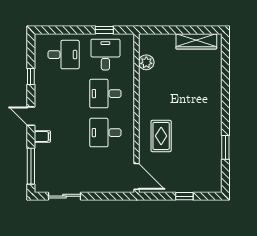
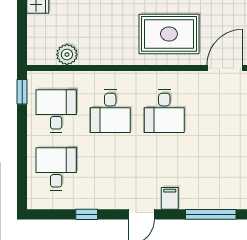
window: (104, 30) -> (22, 92), moved
desk: (105, 55) -> (56, 111), turned 90
rug: (161, 136) -> (169, 34), width x1.36, depth x1.43

